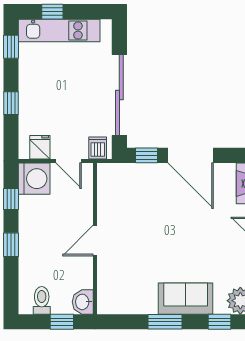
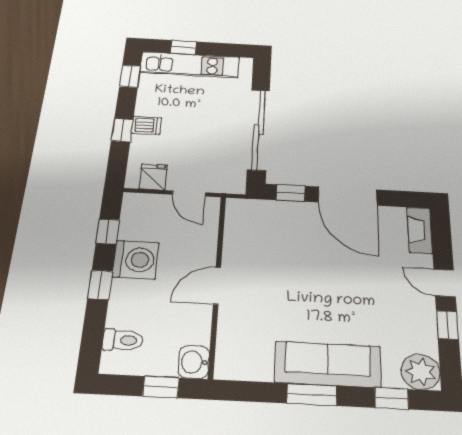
dishwasher: (98, 148) -> (147, 125), moved, turned 90
washing machine: (34, 179) -> (136, 260), moved
sofa: (186, 299) -> (328, 364), width x1.36
toilet: (42, 300) -> (123, 340), moved, turned 90

